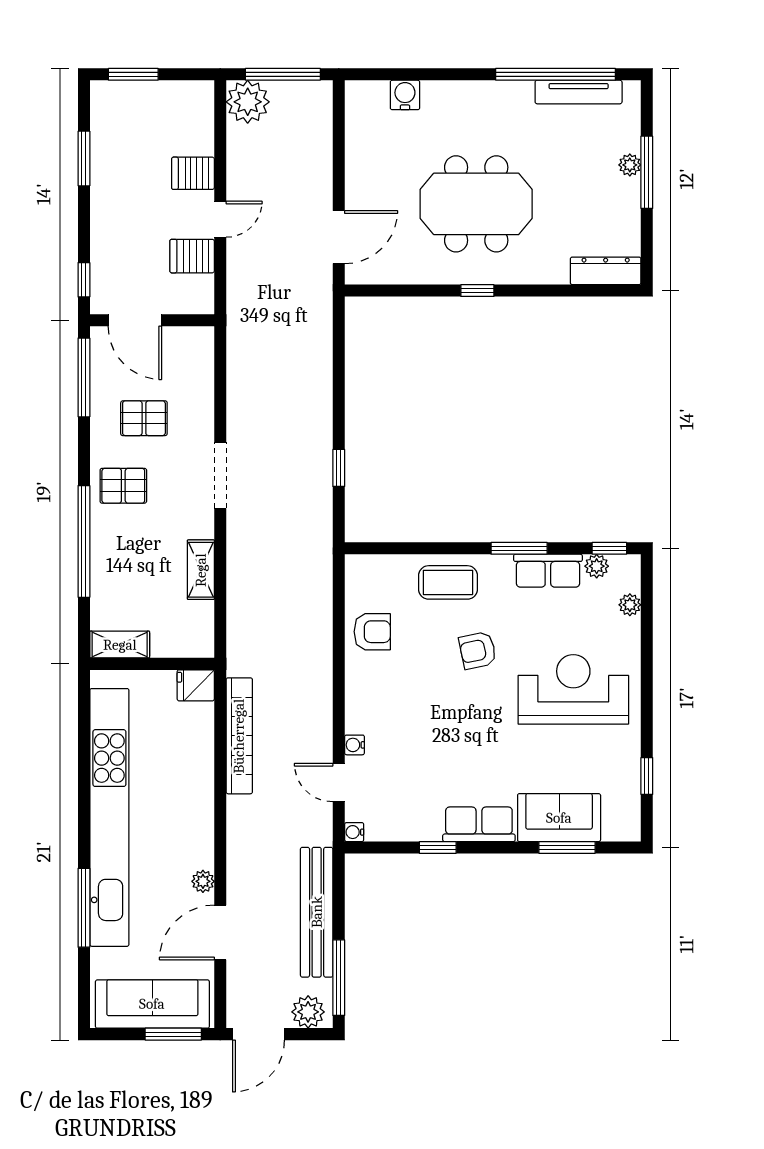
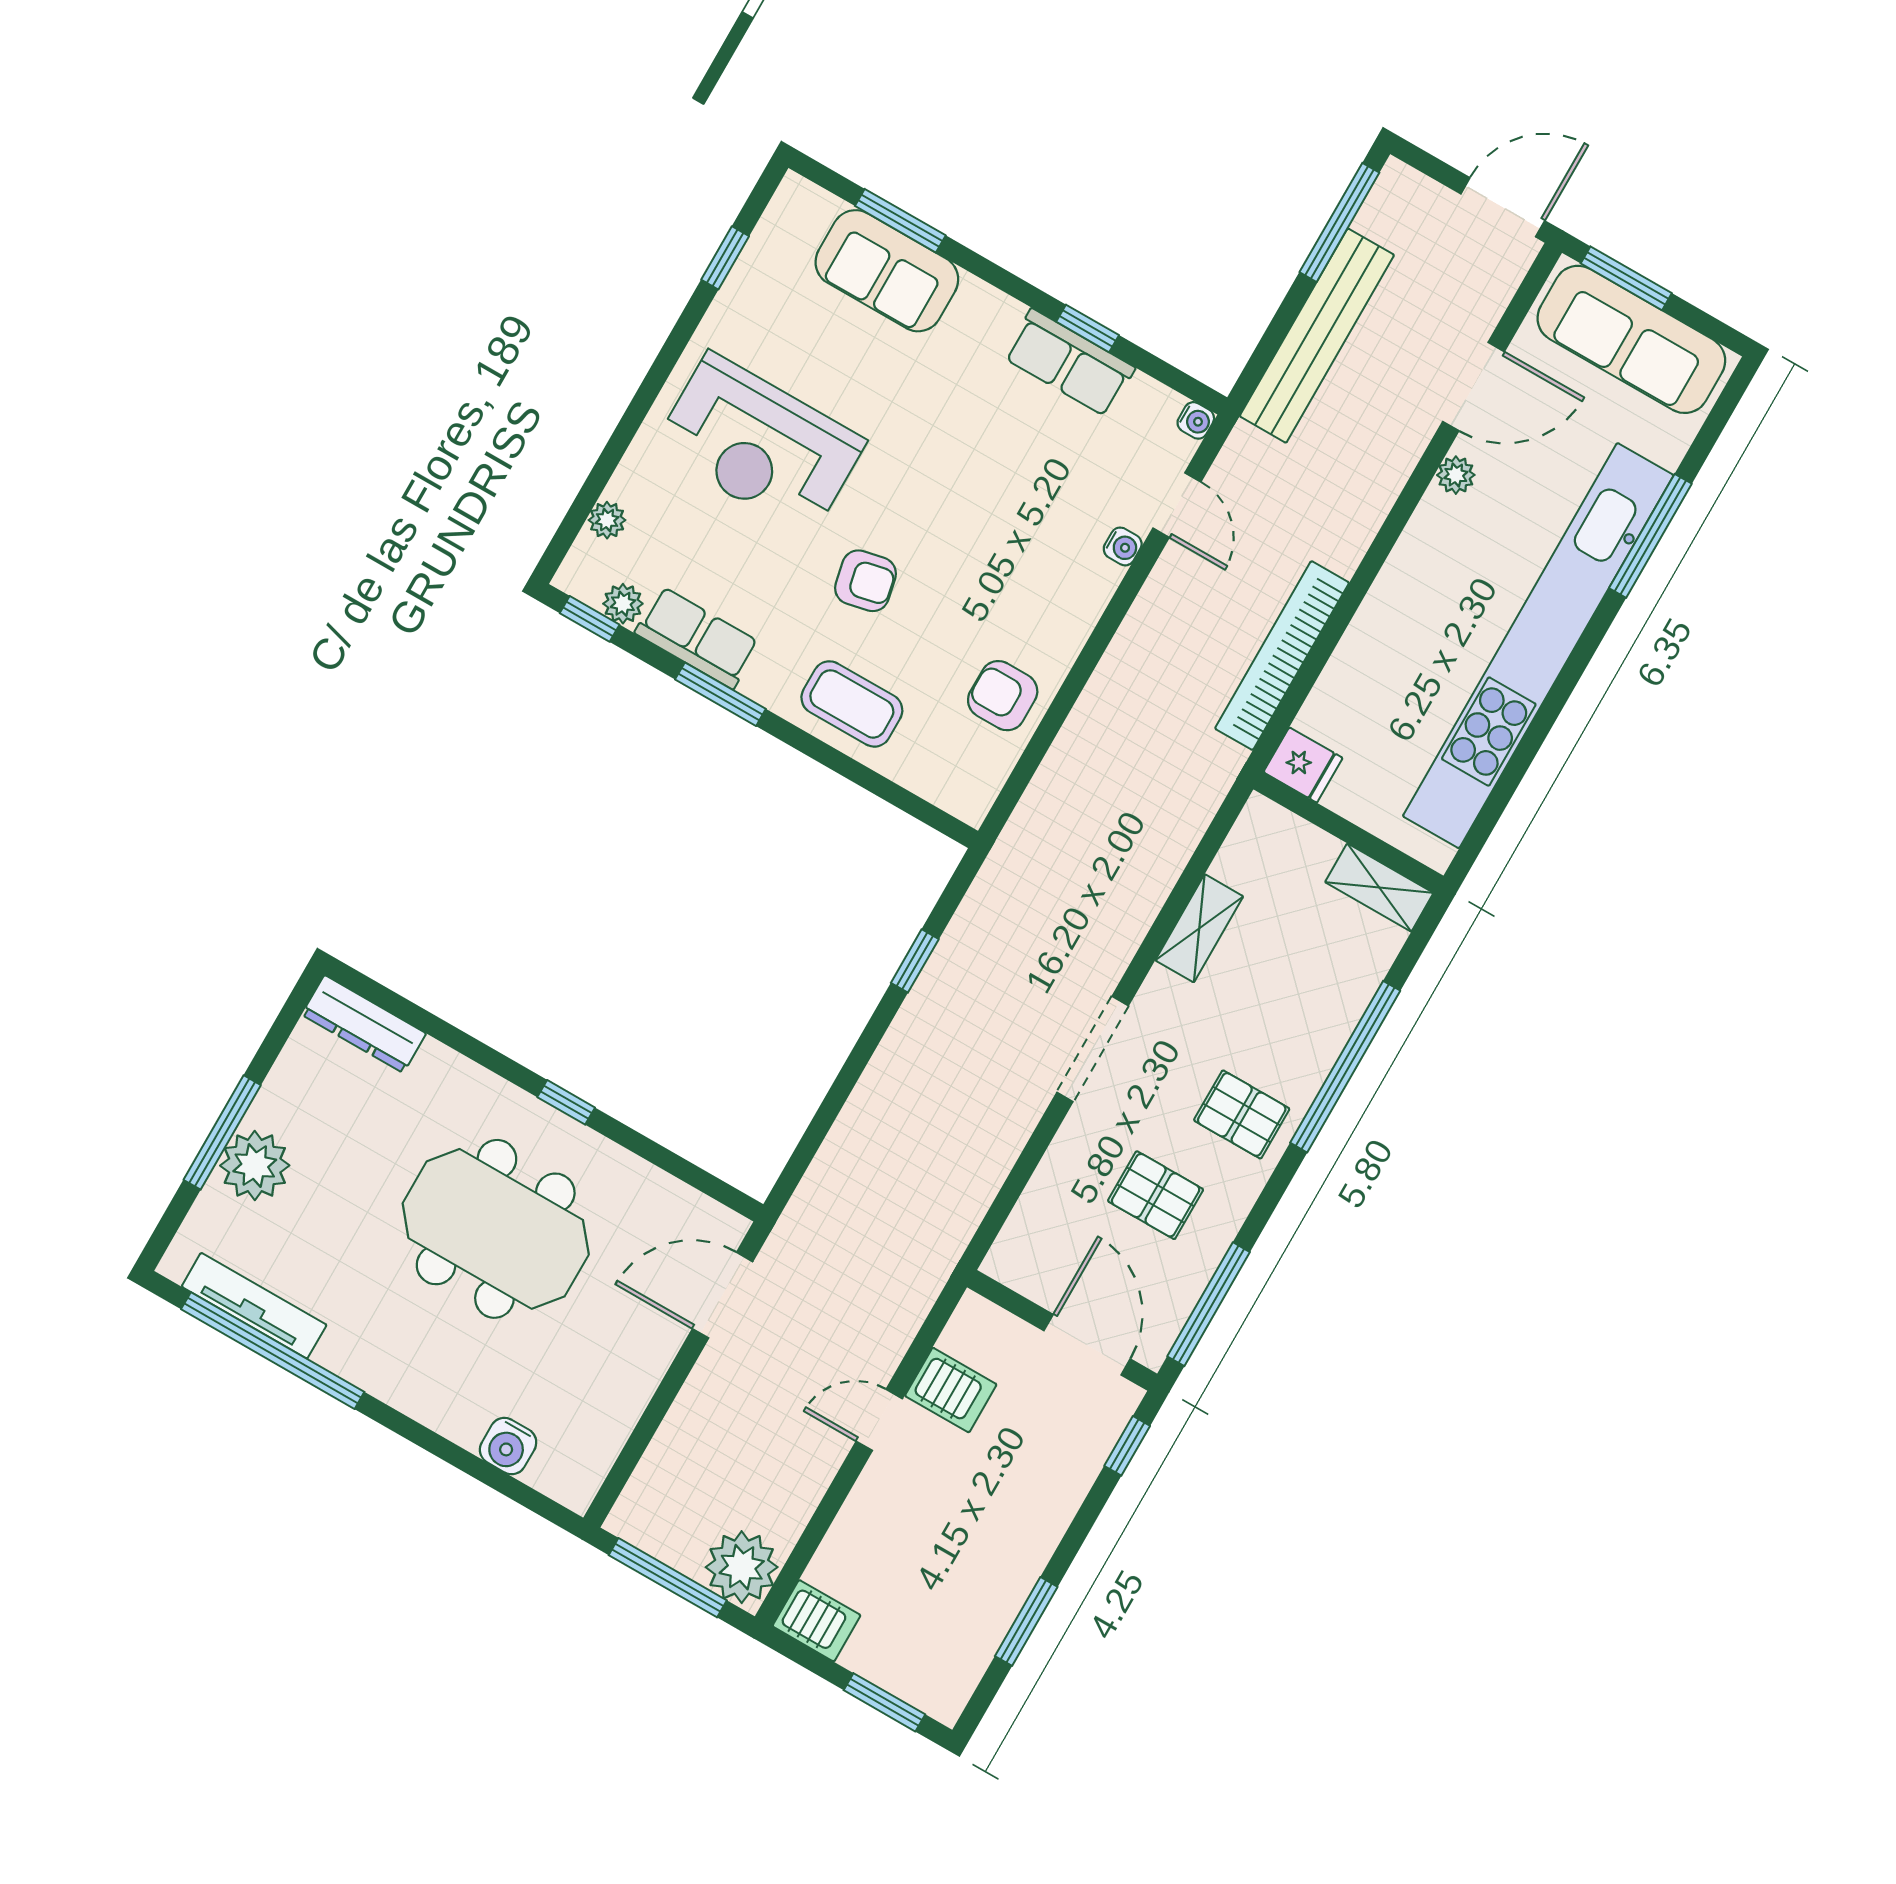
plant: (630, 165) -> (255, 1166), width x1.88, depth x1.88
server rack: (193, 173) -> (816, 1621), moved
row of seats: (479, 824) -> (1069, 363), moved
plant: (308, 1012) -> (1412, 198), removed

